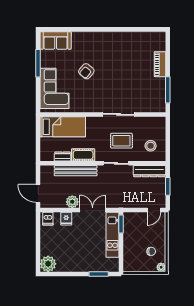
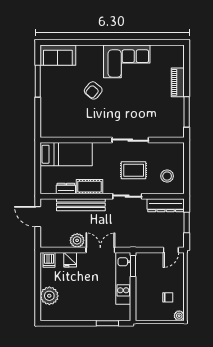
corner sofa: (55, 88) -> (127, 61), moved, turned 90
door: (38, 193) -> (38, 217), moved
plant: (48, 264) -> (49, 296), moved

